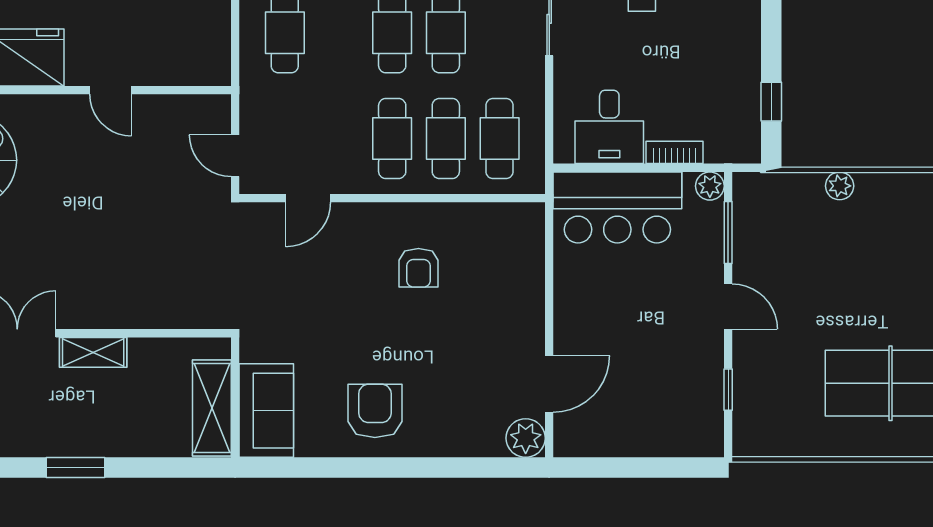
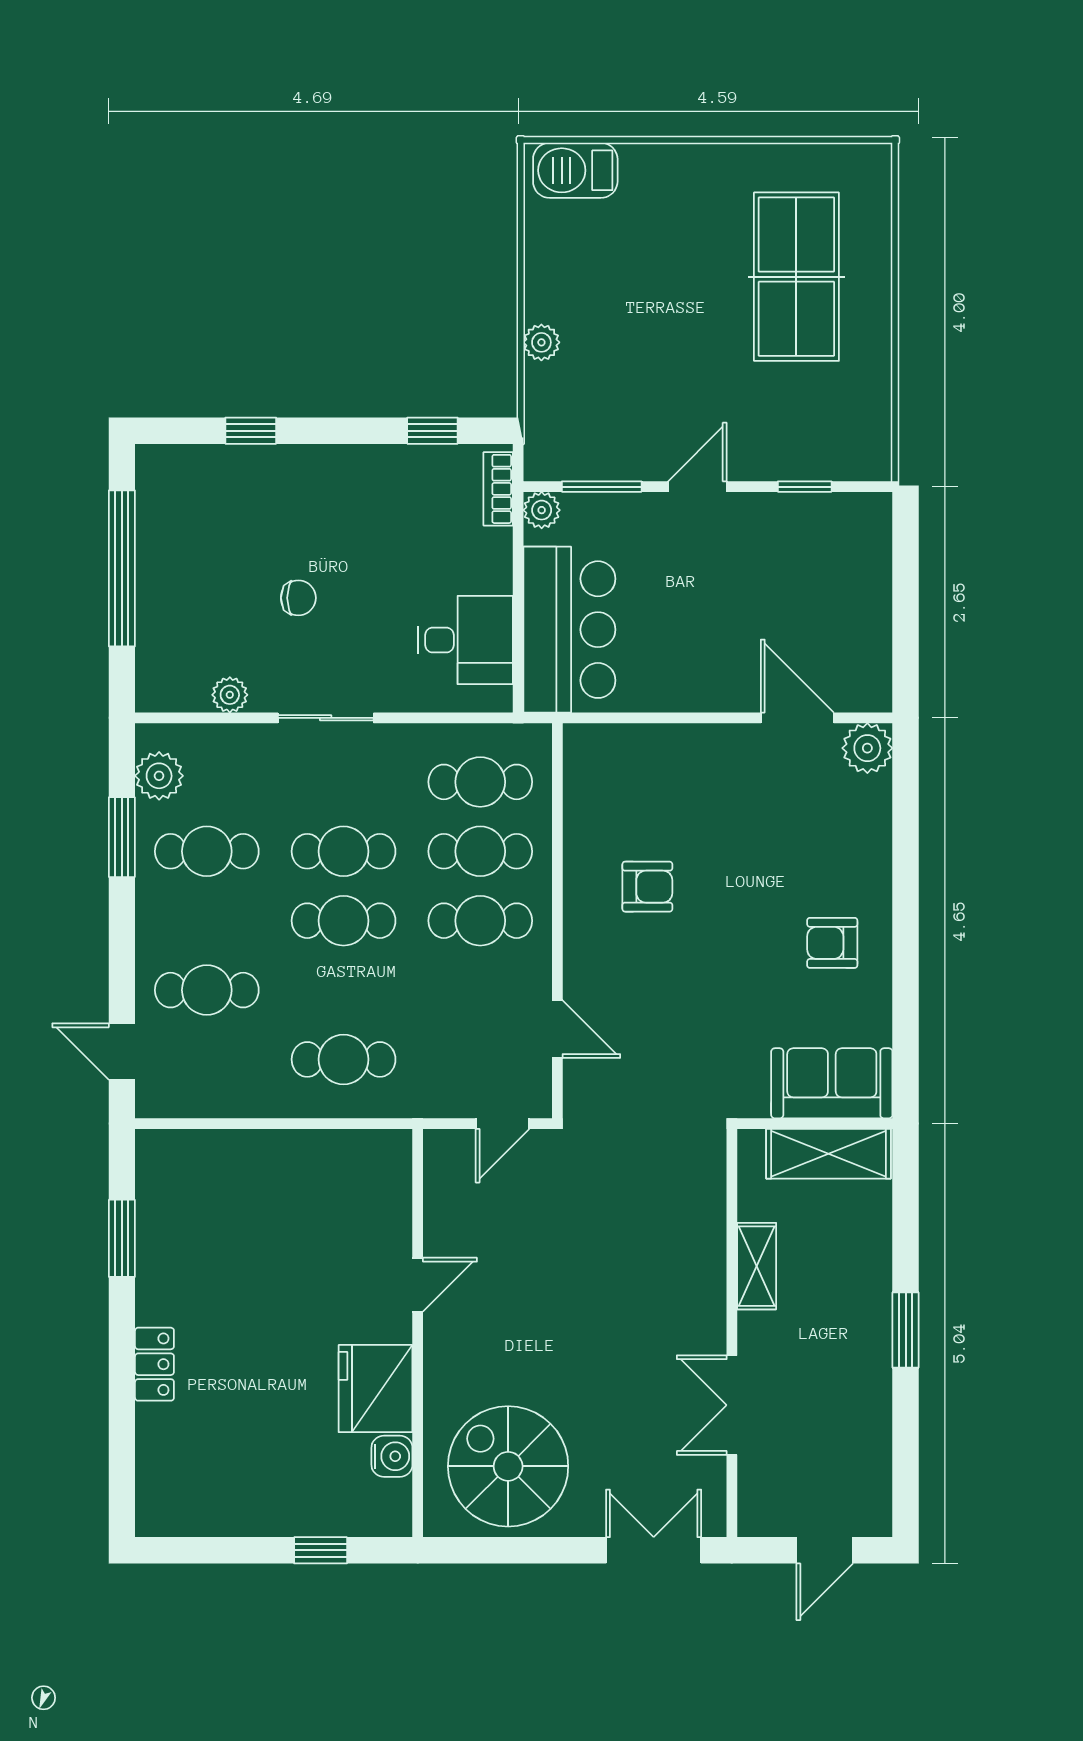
bookcase: (675, 152) -> (498, 489), moved
shelving: (93, 352) -> (757, 1266), moved
armchair: (375, 411) -> (832, 943), width x0.72, depth x0.72

